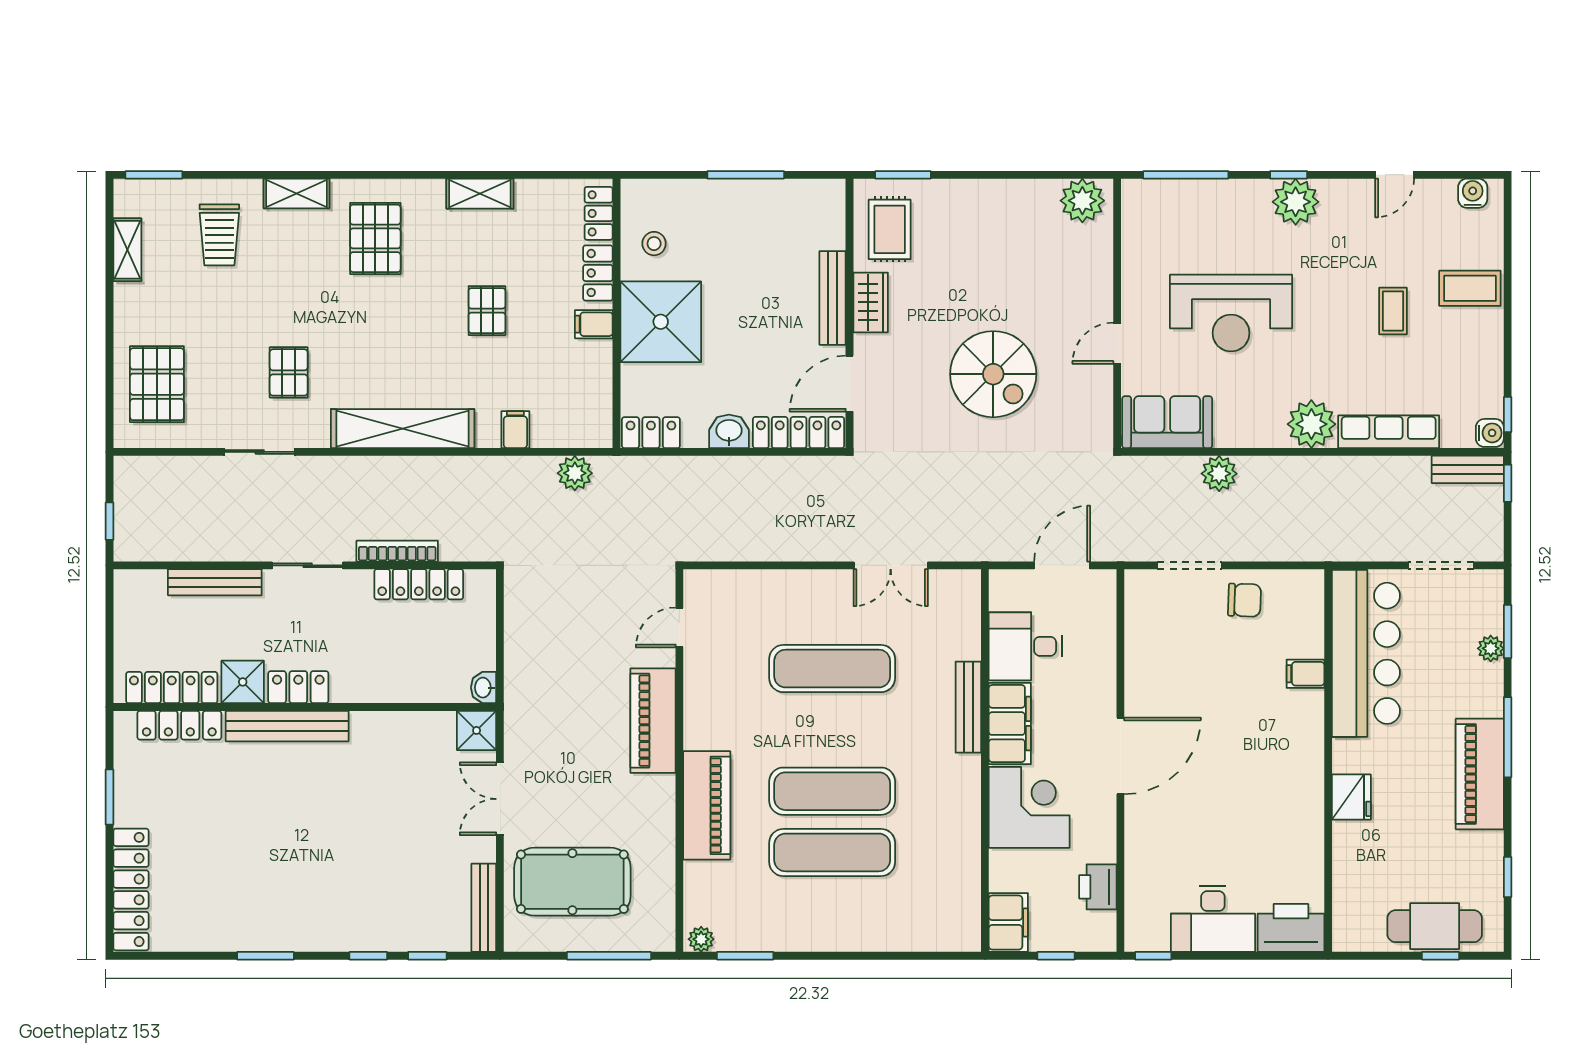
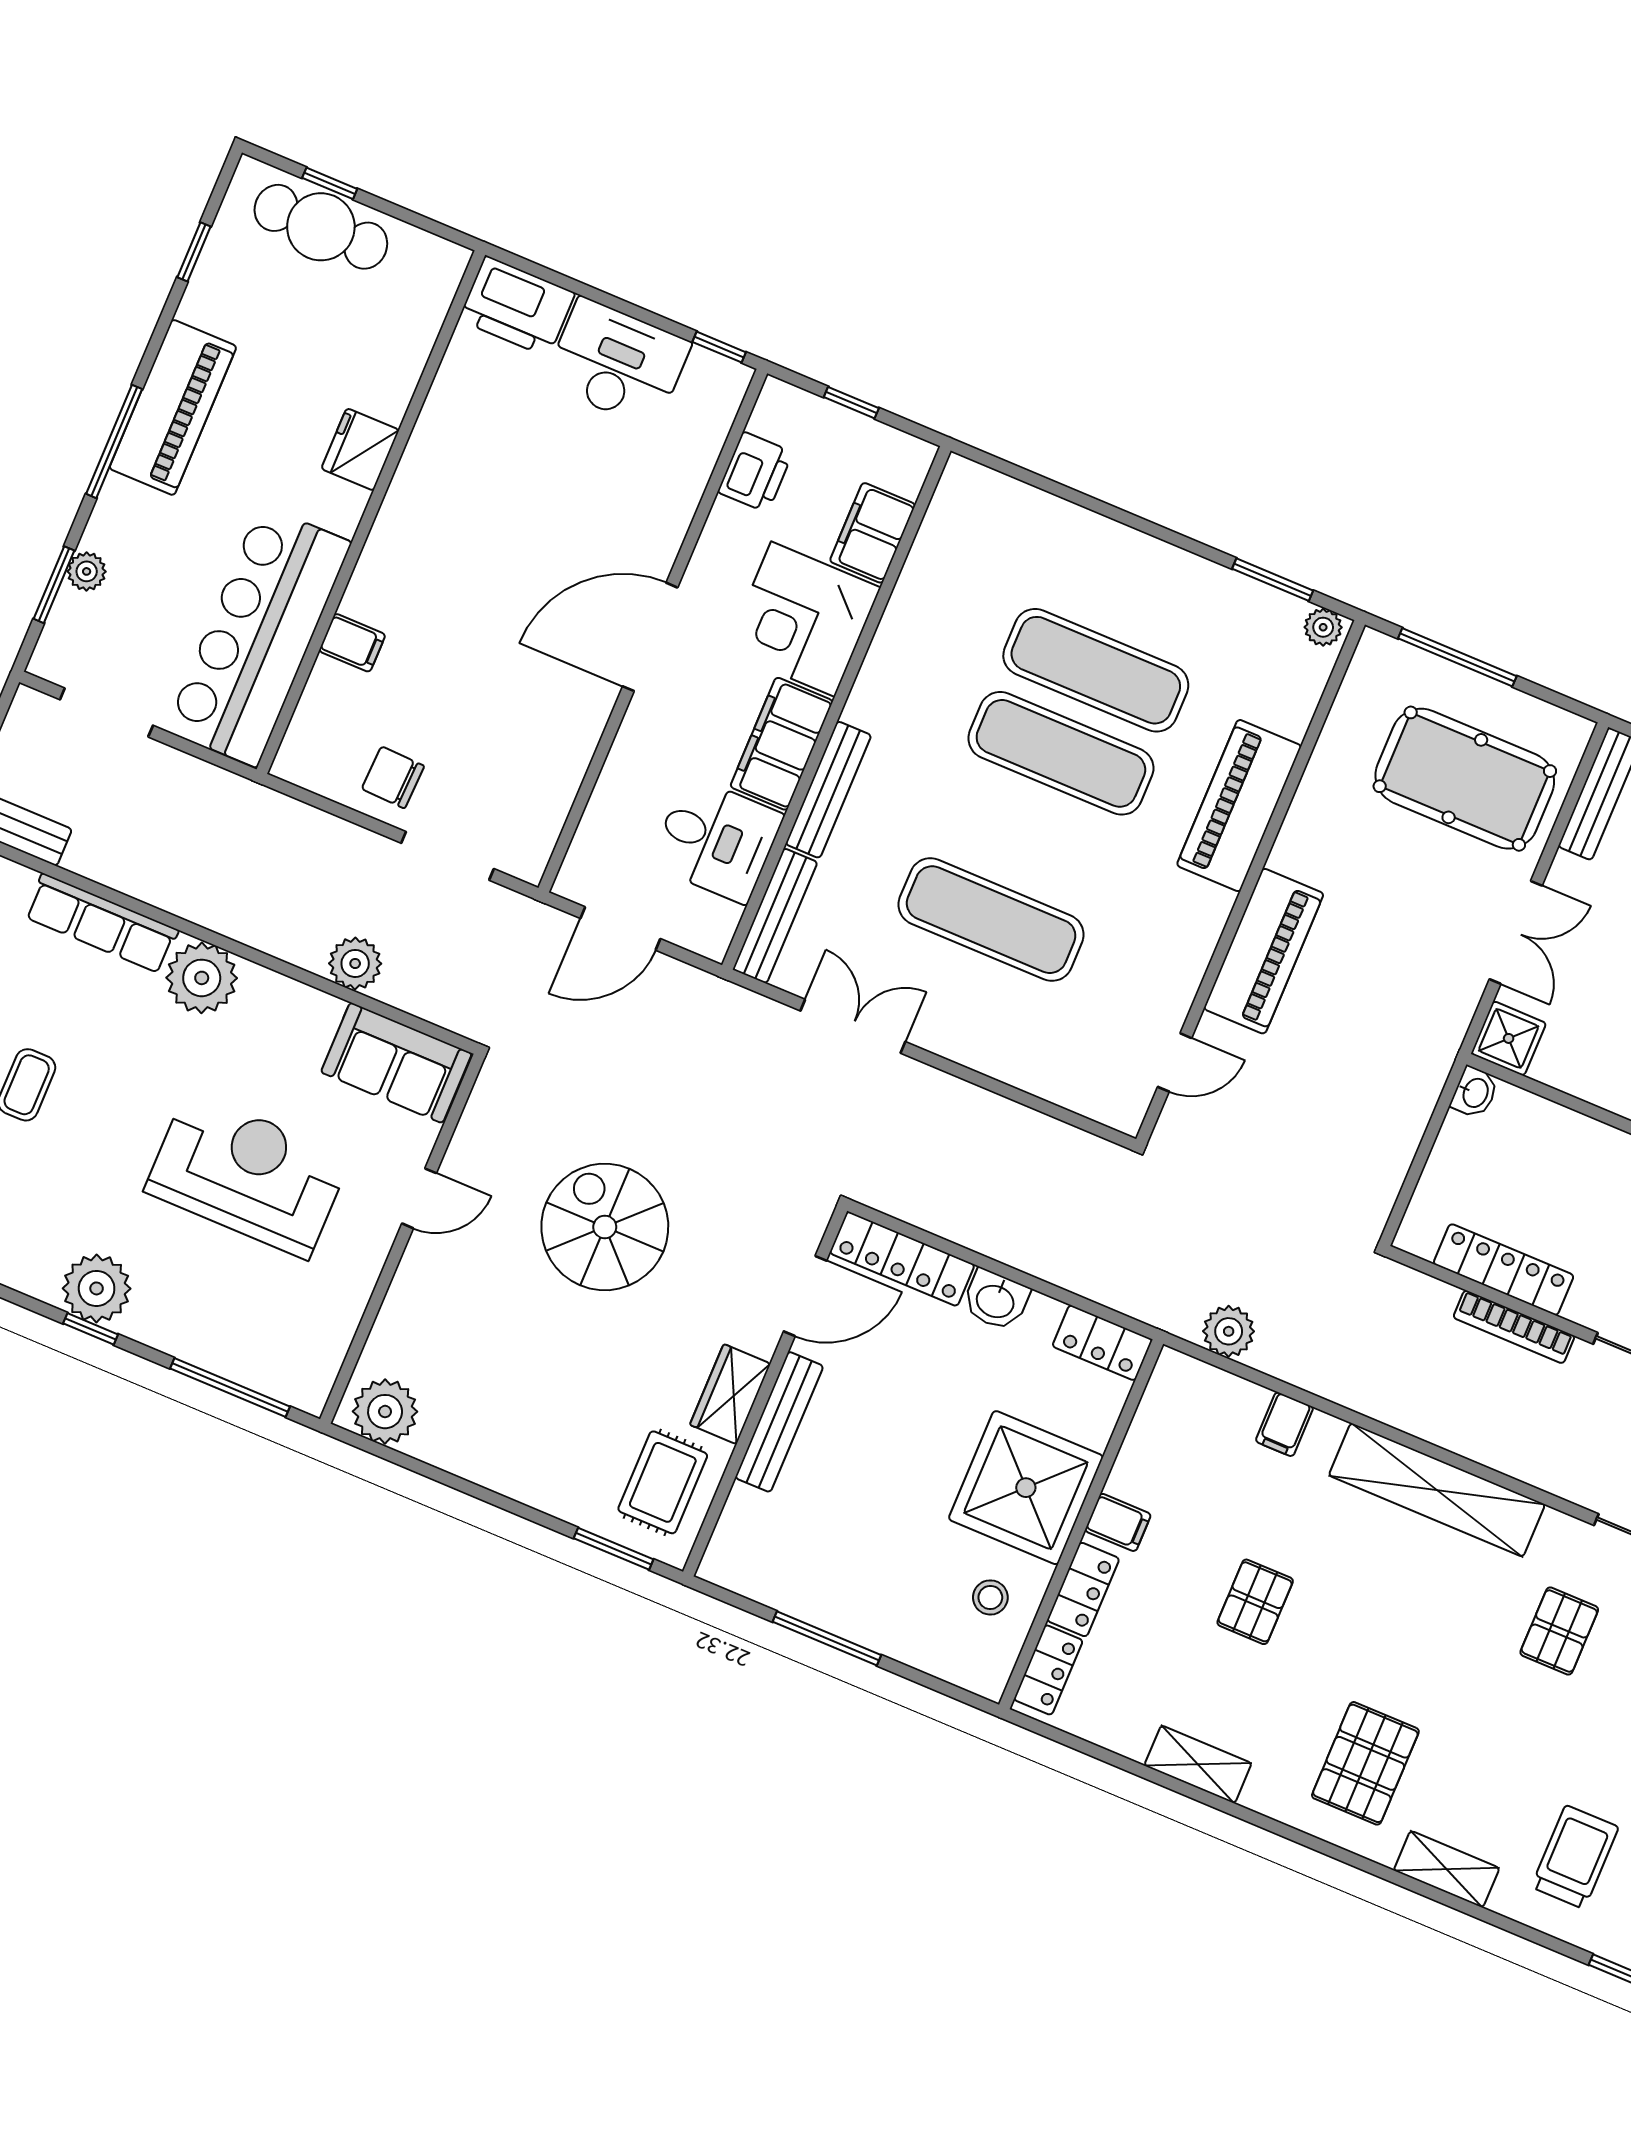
bench: (969, 614) -> (775, 916), added
filing cabinet: (1008, 923) -> (873, 533), moved

